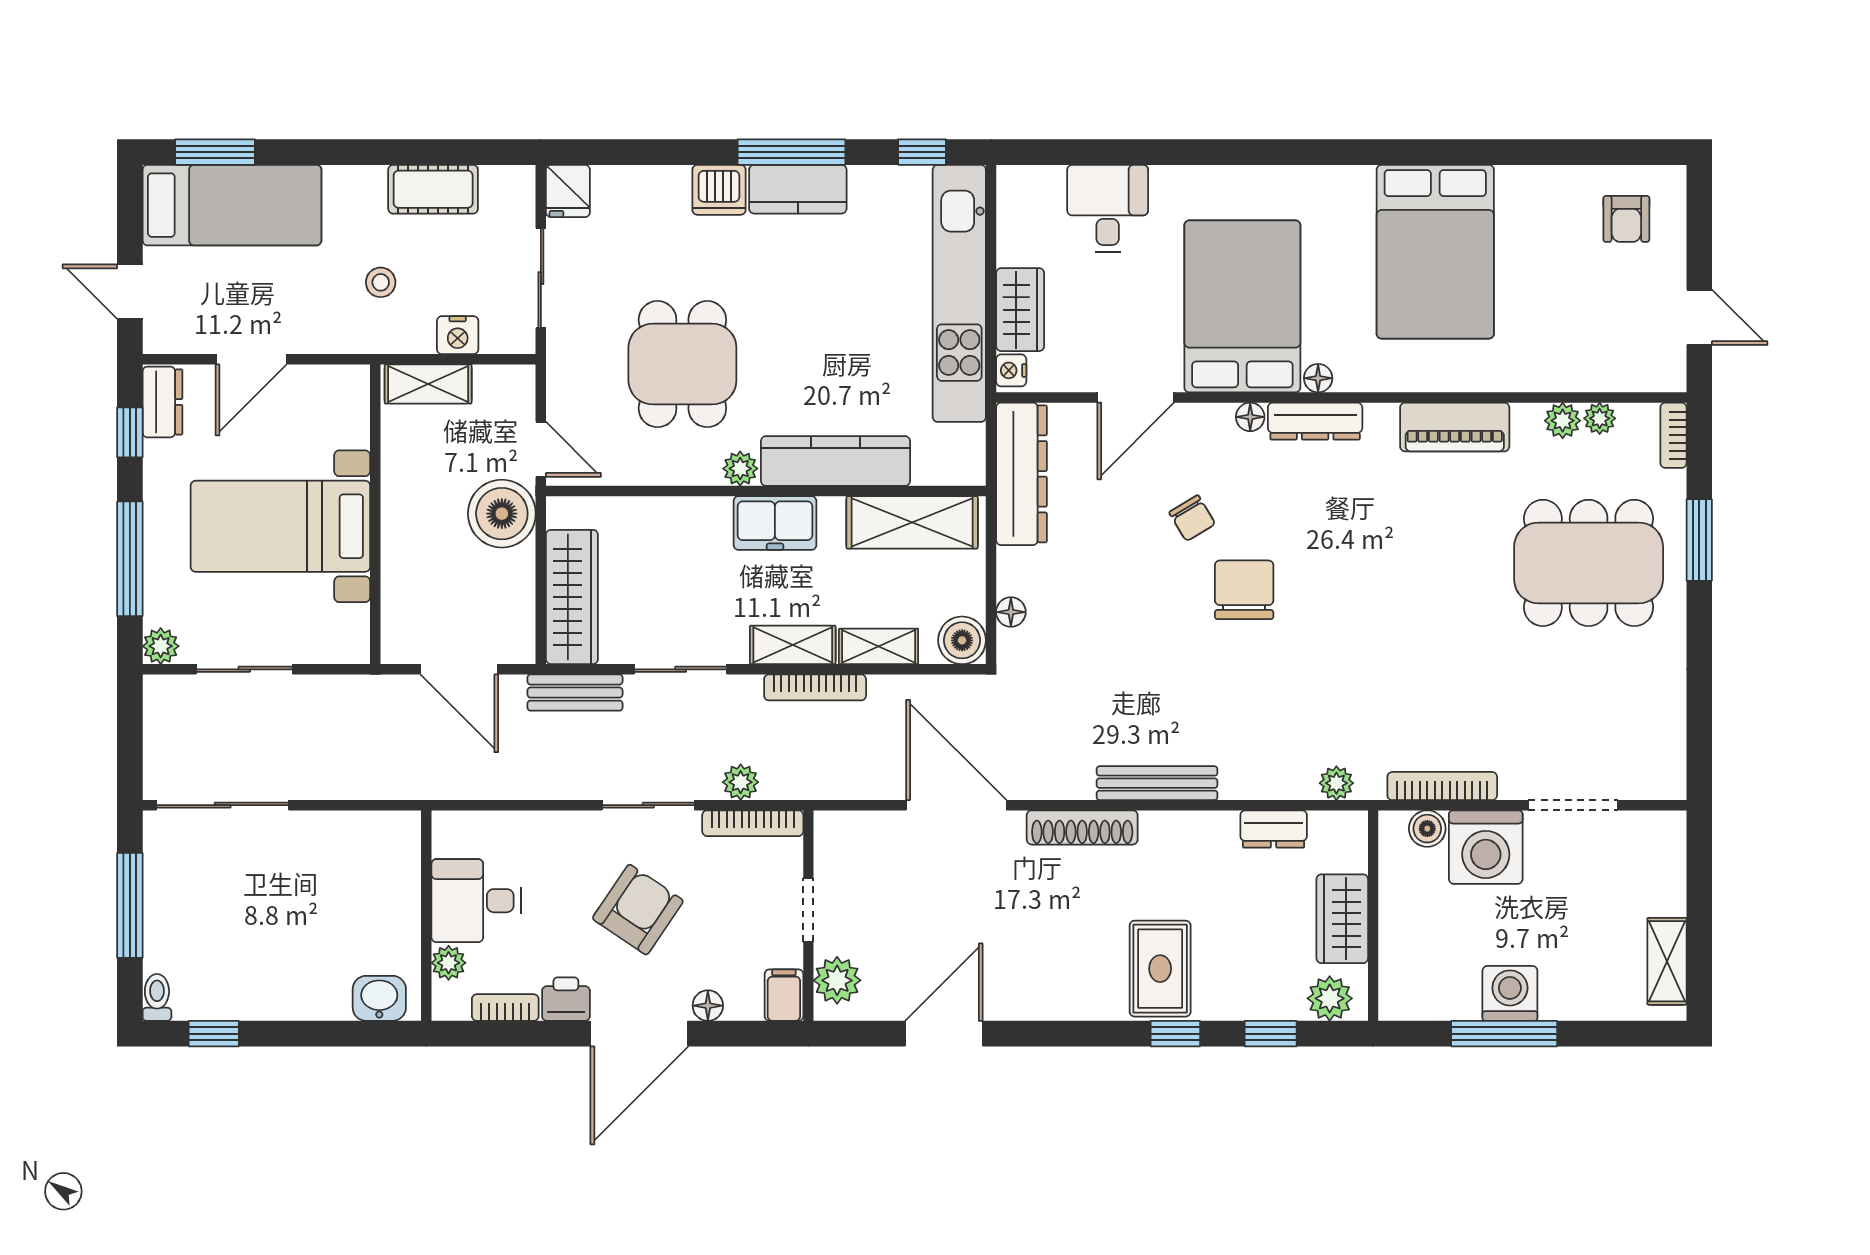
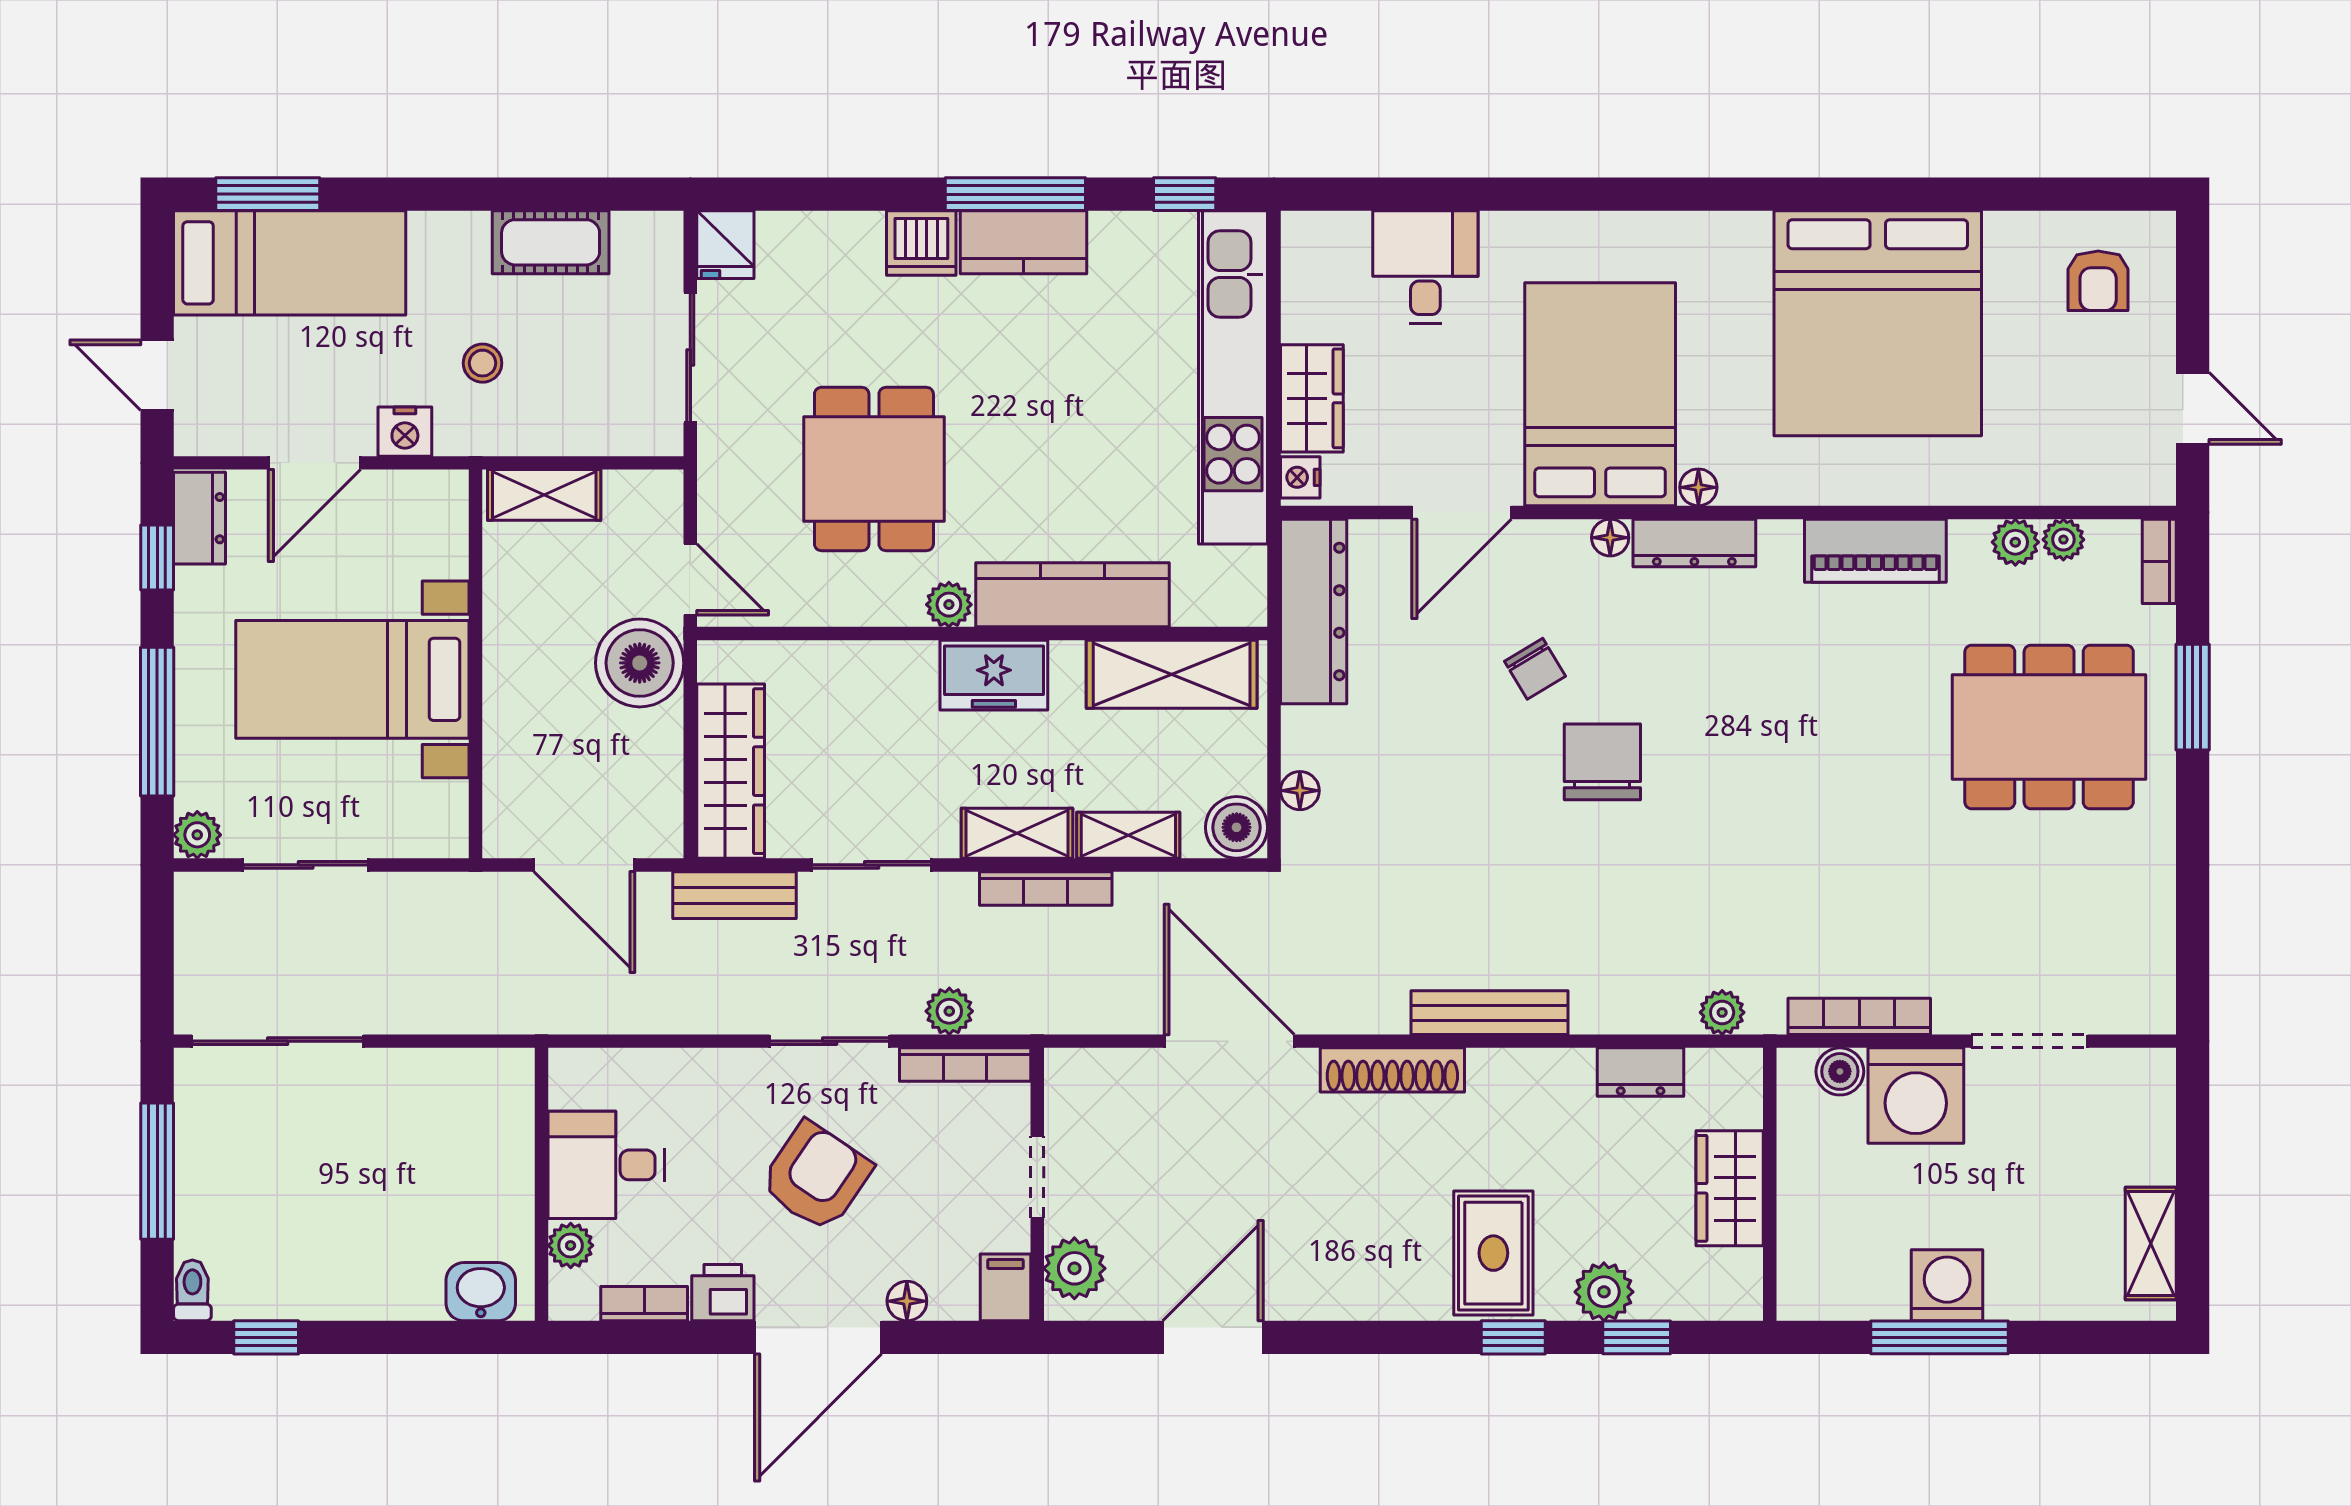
bed: (1435, 252) -> (1878, 323), width x1.36
nightstand: (458, 335) -> (405, 432), moved
plant: (1330, 998) -> (1604, 1292), moved

